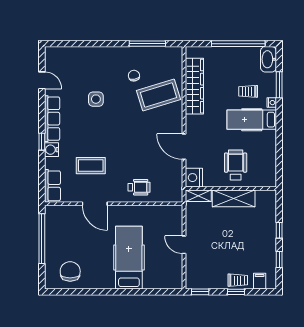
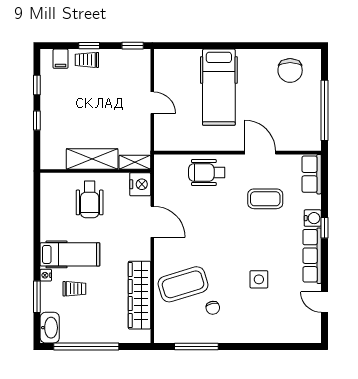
wheelchair: (139, 187) -> (207, 173), width x1.36, depth x1.37

